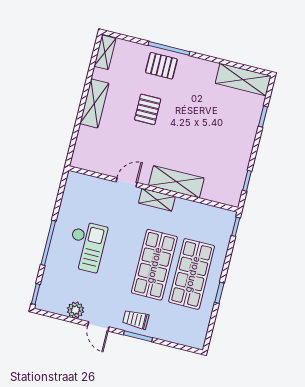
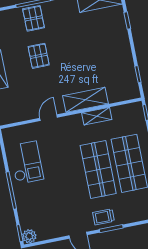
pallet: (161, 66) -> (34, 18), turned 90
shelving: (157, 200) -> (97, 116), moved
checkout: (86, 246) -> (26, 163), moved
plant: (75, 310) -> (29, 236), moved

